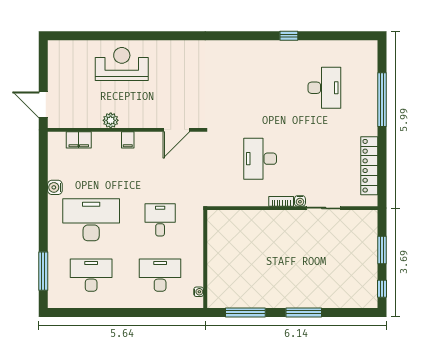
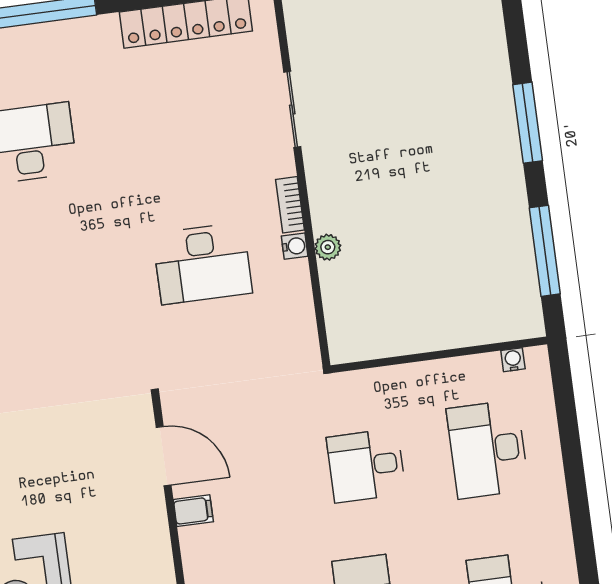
filing cabinet: (128, 140) -> (193, 511), moved
water cooler: (300, 201) -> (295, 246), moved
plant: (260, 216) -> (328, 247), added

